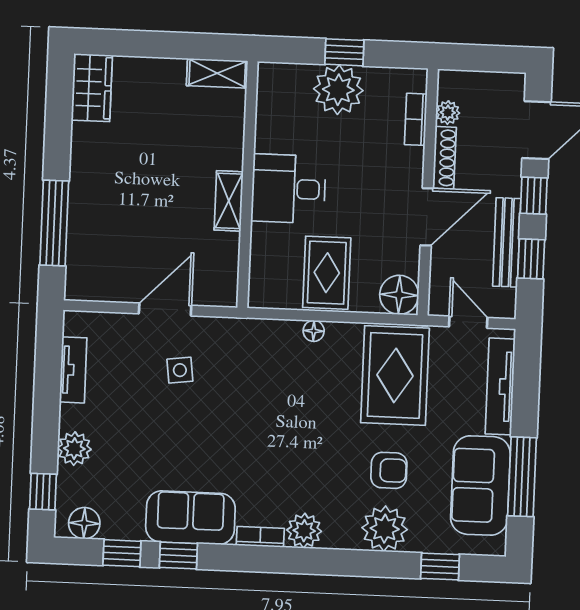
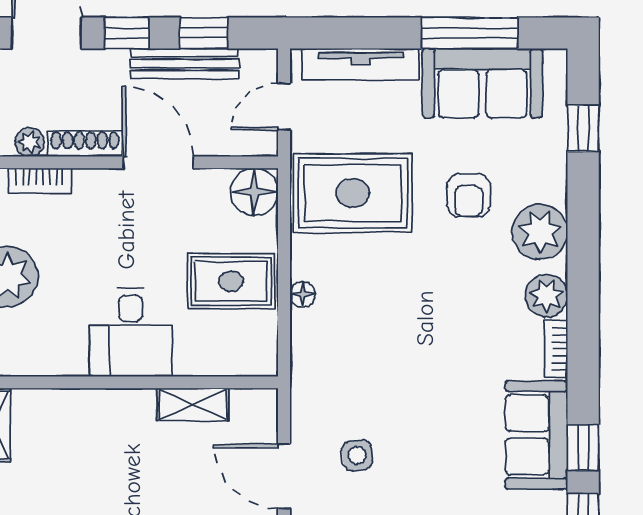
shelving: (229, 201) -> (193, 404), moved
armchair: (389, 470) -> (469, 196), turned 180
plant: (385, 529) -> (540, 232), moved

